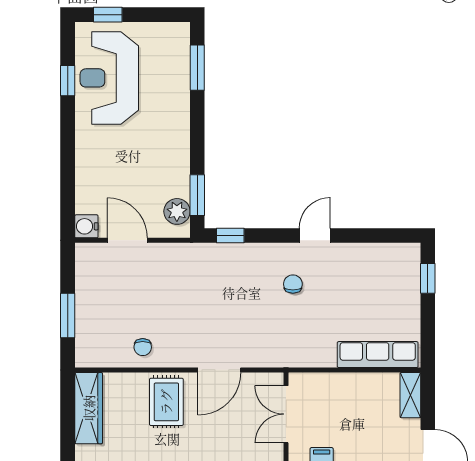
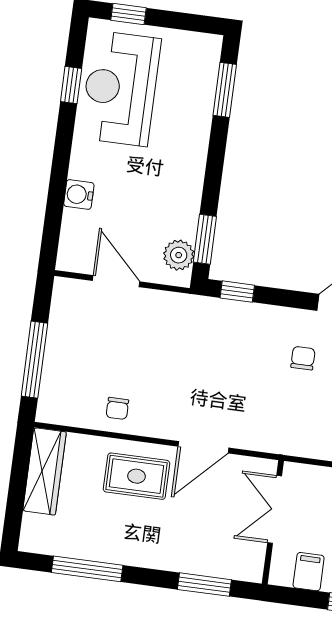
water cooler: (86, 226) -> (79, 194), moved
window: (68, 315) -> (34, 360), width x1.44
rug: (166, 402) -> (137, 476), turned 90

